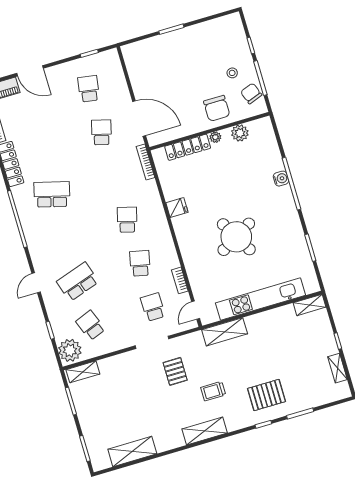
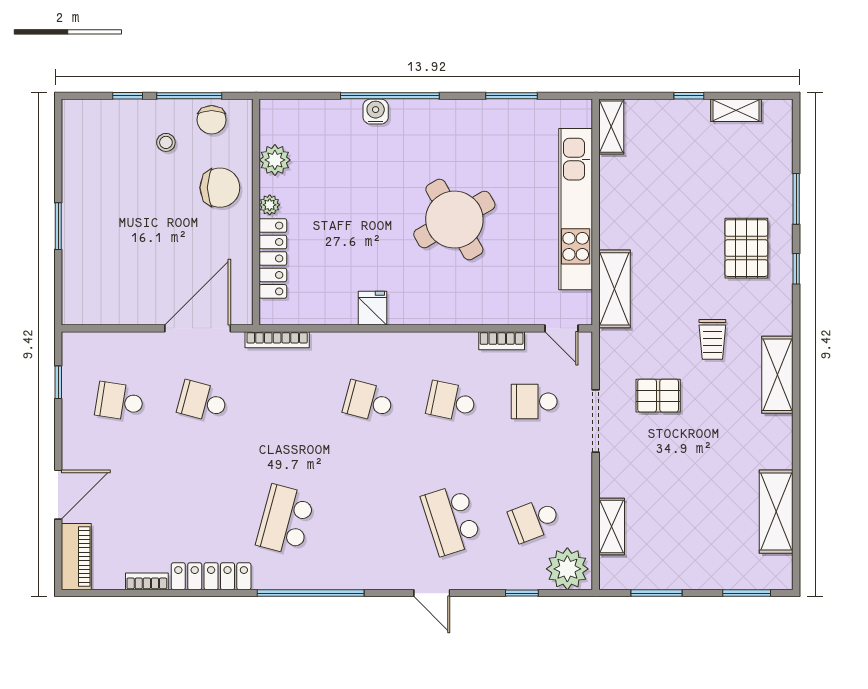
chair: (251, 93) -> (212, 120), turned -70
shelving: (83, 372) -> (612, 527), moved

